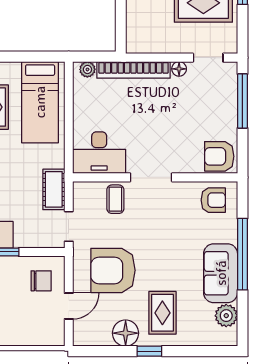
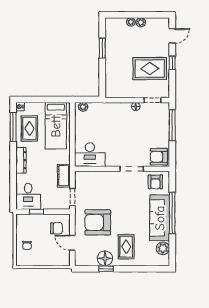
bookcase: (134, 70) -> (110, 107), removed
doorway: (151, 177) -> (132, 169), moved
coffee table: (115, 199) -> (99, 181), removed
armchair: (213, 200) -> (155, 182), turned 90
sofa: (221, 273) -> (160, 218), width x1.36
door: (69, 306) -> (72, 243), swing flipped
window: (149, 351) -> (106, 269), moved

